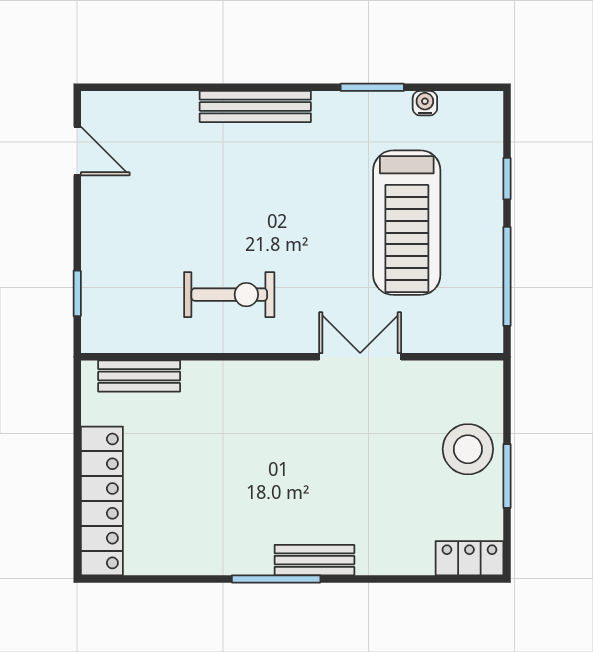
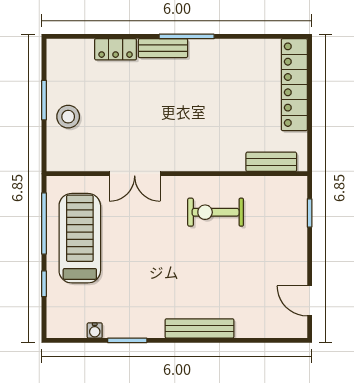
treadmill: (407, 223) -> (80, 238), moved
stool: (468, 449) -> (68, 117), width x0.73, depth x0.73
locker: (469, 558) -> (116, 49), moved

